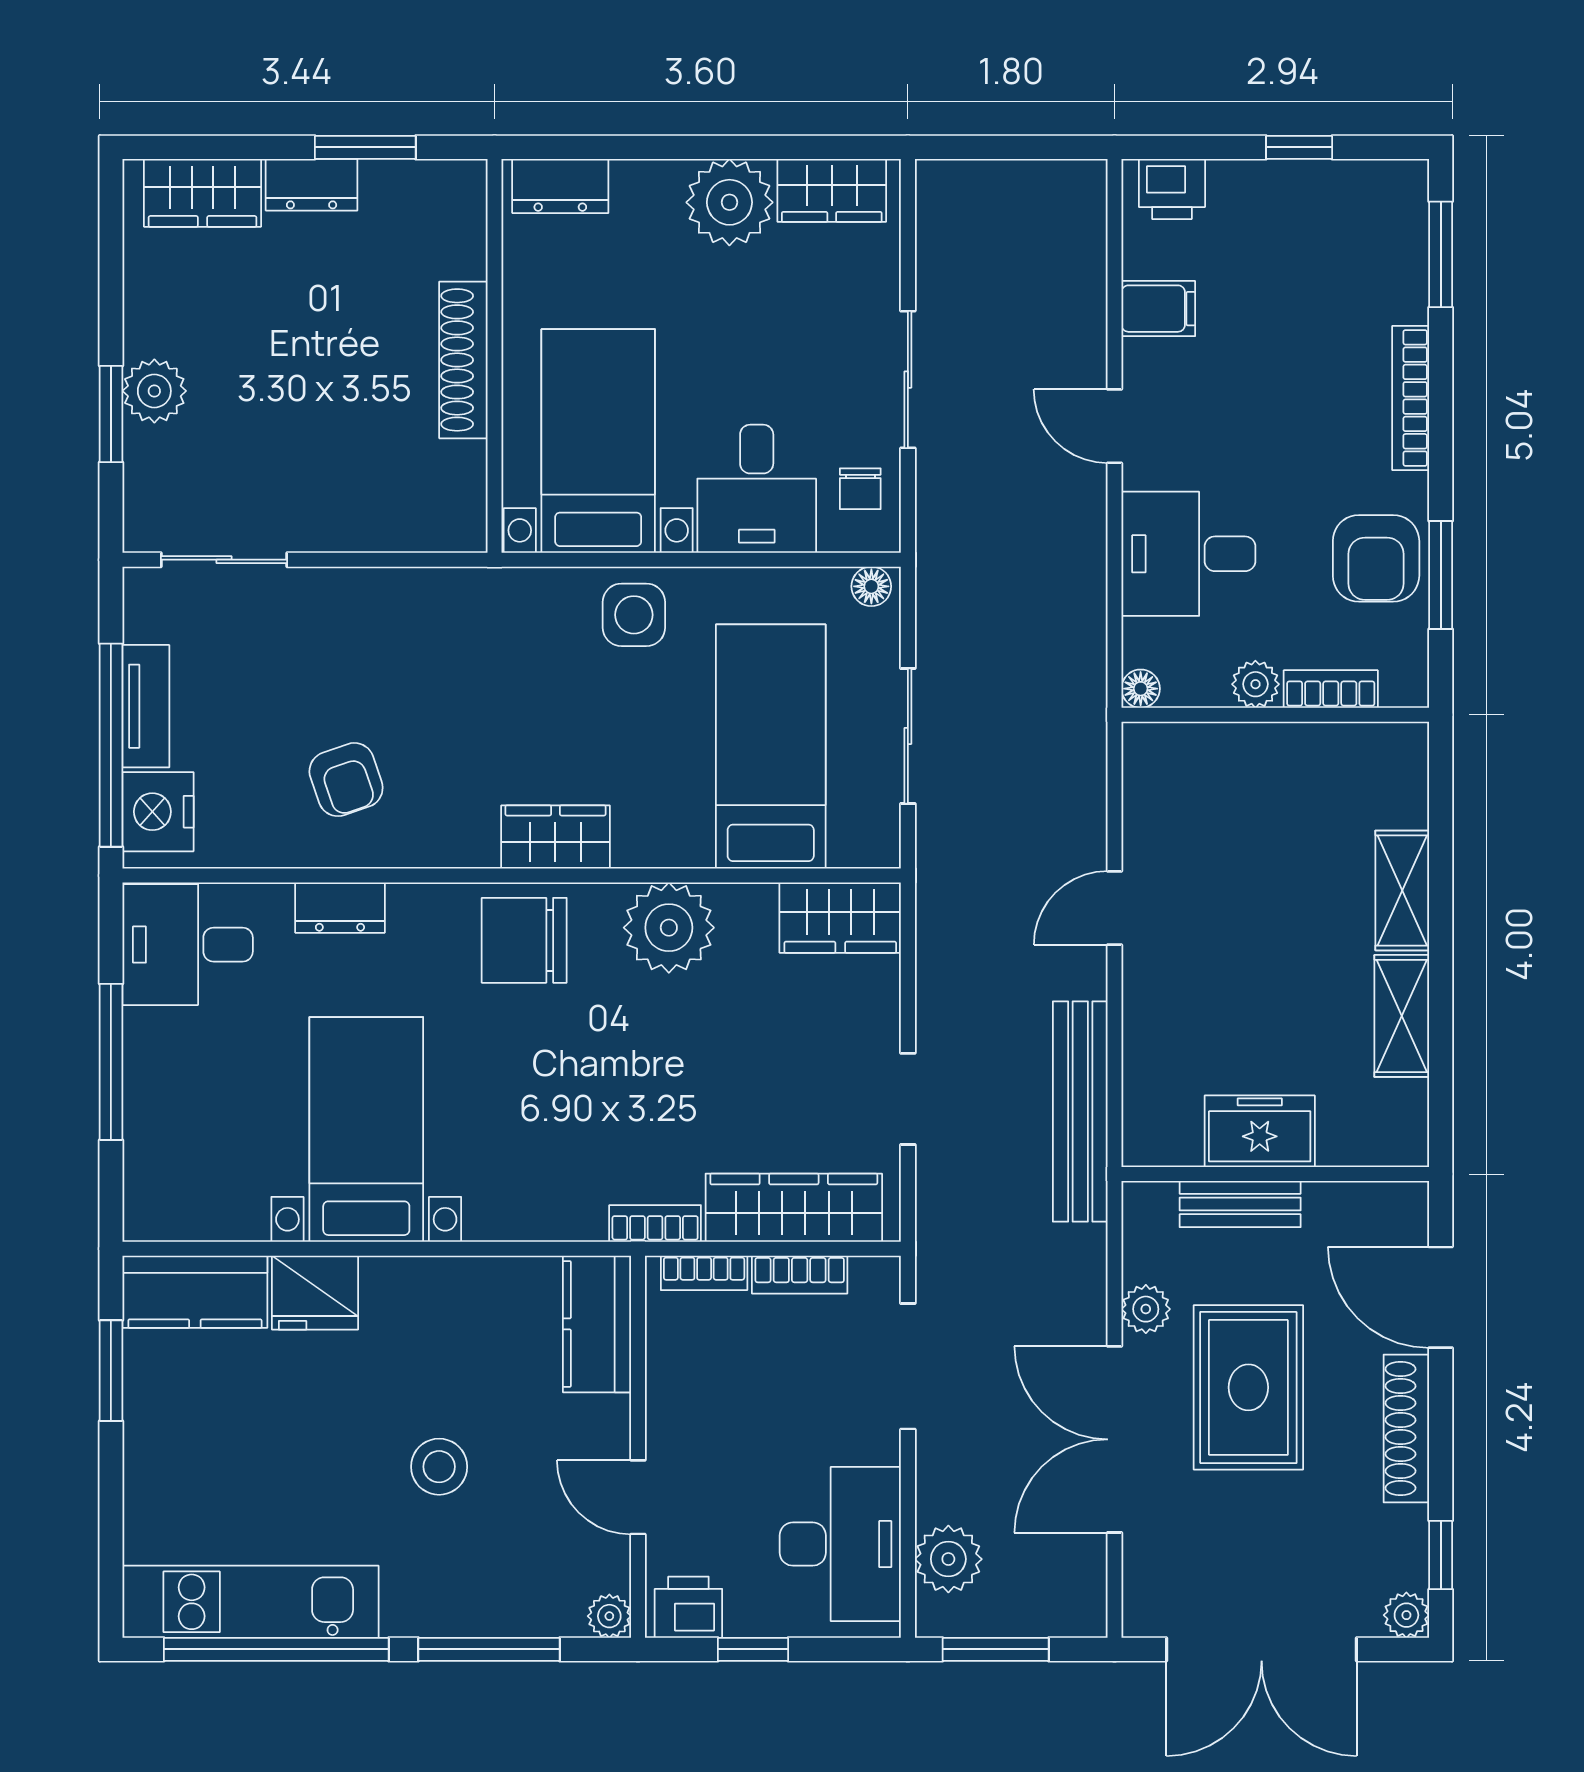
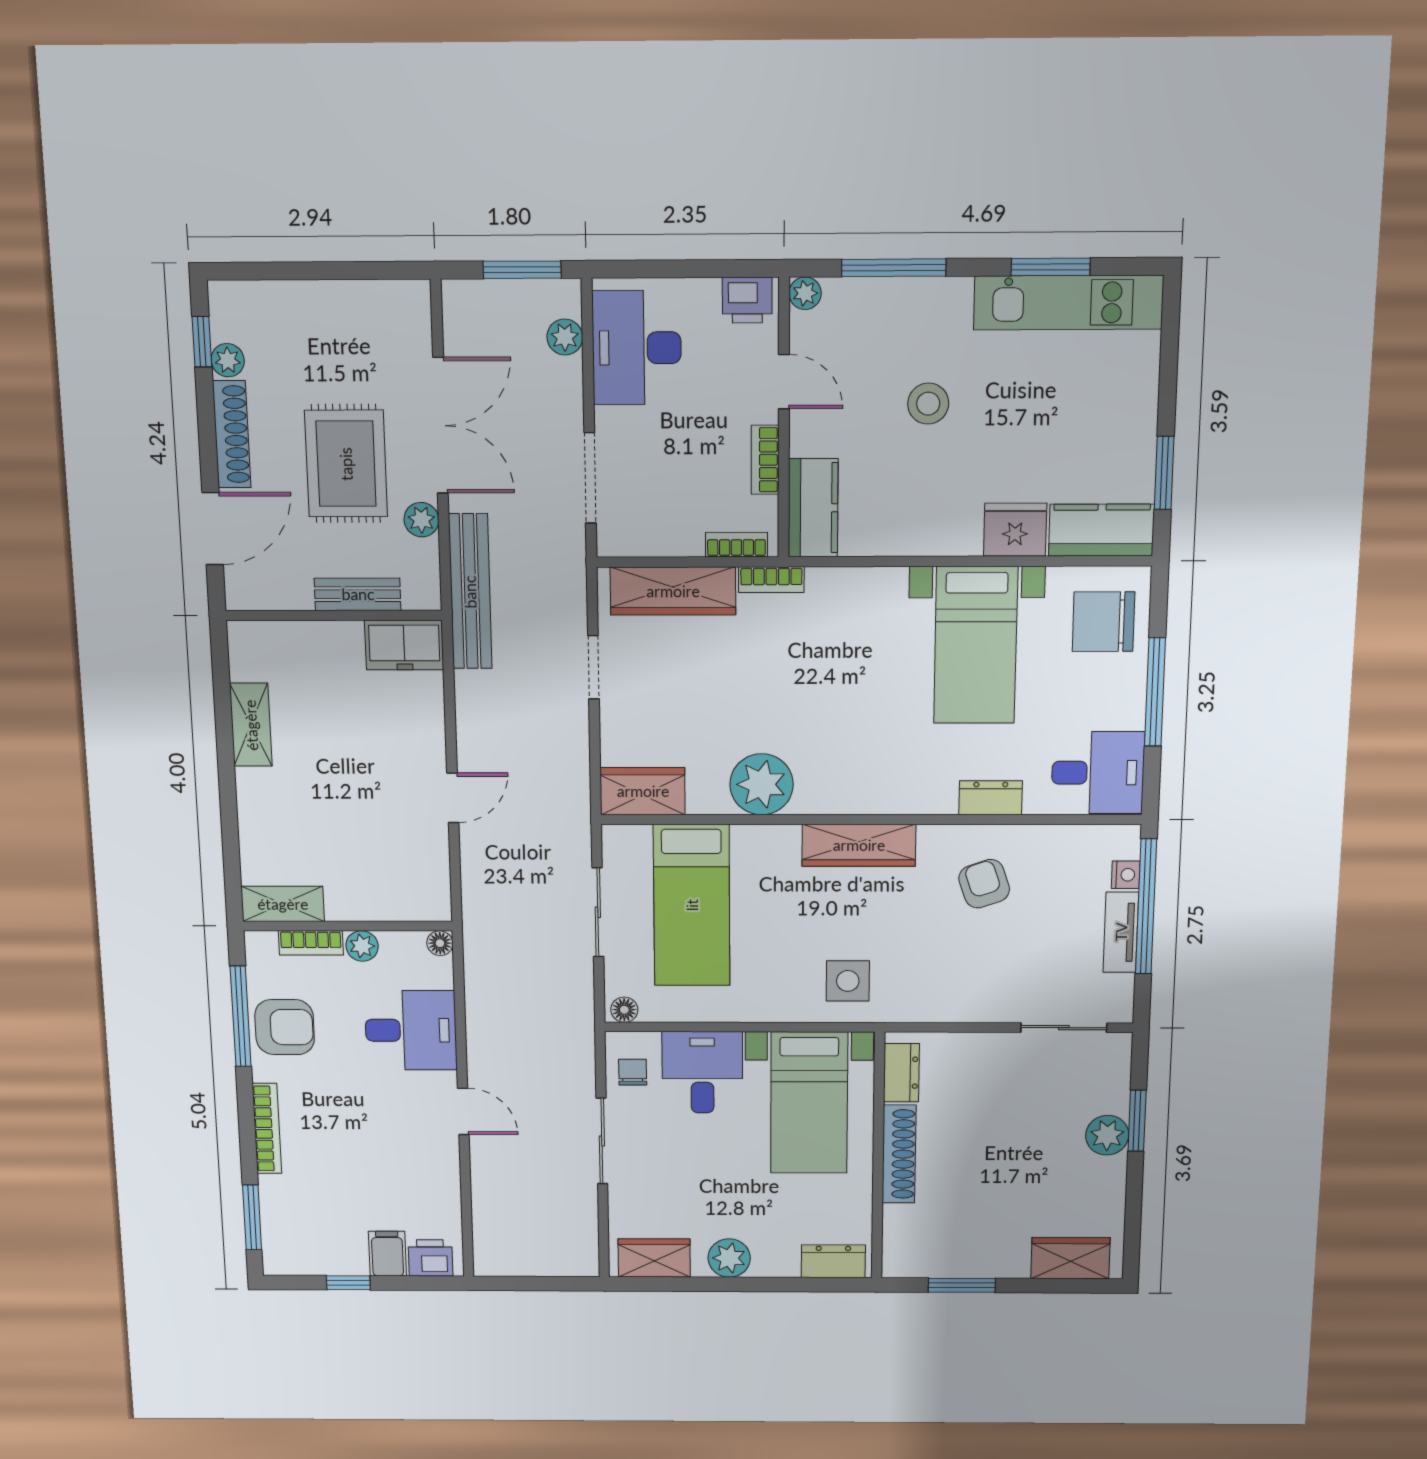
dresser: (312, 185) -> (901, 1073), moved, turned 90
plant: (729, 202) -> (729, 1258), width x0.73, depth x0.73
filing cabinet: (1158, 309) -> (387, 1254), moved, turned 90
armchair: (1376, 558) -> (285, 1027), turned 90
window: (1441, 575) -> (241, 1016), width x1.44
side table: (634, 615) -> (848, 981), moved
nightstand: (158, 812) -> (1126, 875), width x0.53, depth x0.56
wardrobe: (555, 837) -> (859, 845), width x1.50
shelving: (1402, 890) -> (283, 904), moved, turned 90
chair: (524, 940) -> (1104, 622), moved, turned 180
bench: (1080, 1112) -> (470, 592), moved
freezer: (1260, 1131) -> (404, 645), moved
bookcase: (800, 1275) -> (765, 460), moved, turned -90
door: (1441, 1297) -> (213, 529), hinge flipped
plant: (948, 1559) -> (565, 337), width x0.73, depth x0.73
plant: (1406, 1615) -> (228, 360), moved
window: (276, 1649) -> (1051, 267), width x0.47
window: (753, 1649) -> (700, 269), removed
double door: (1262, 1649) -> (328, 271), removed

